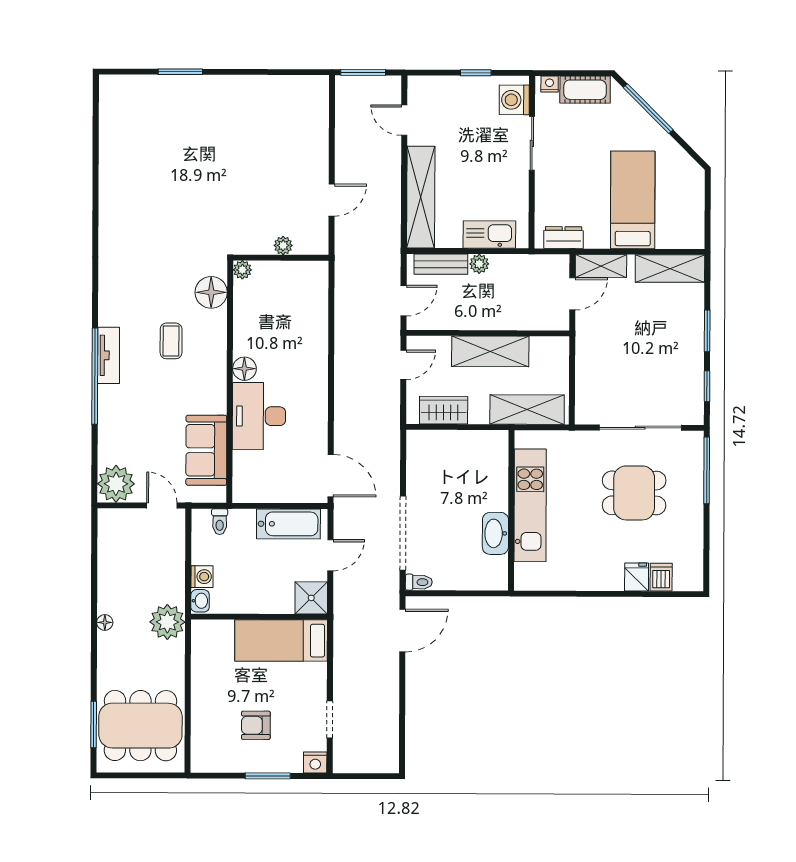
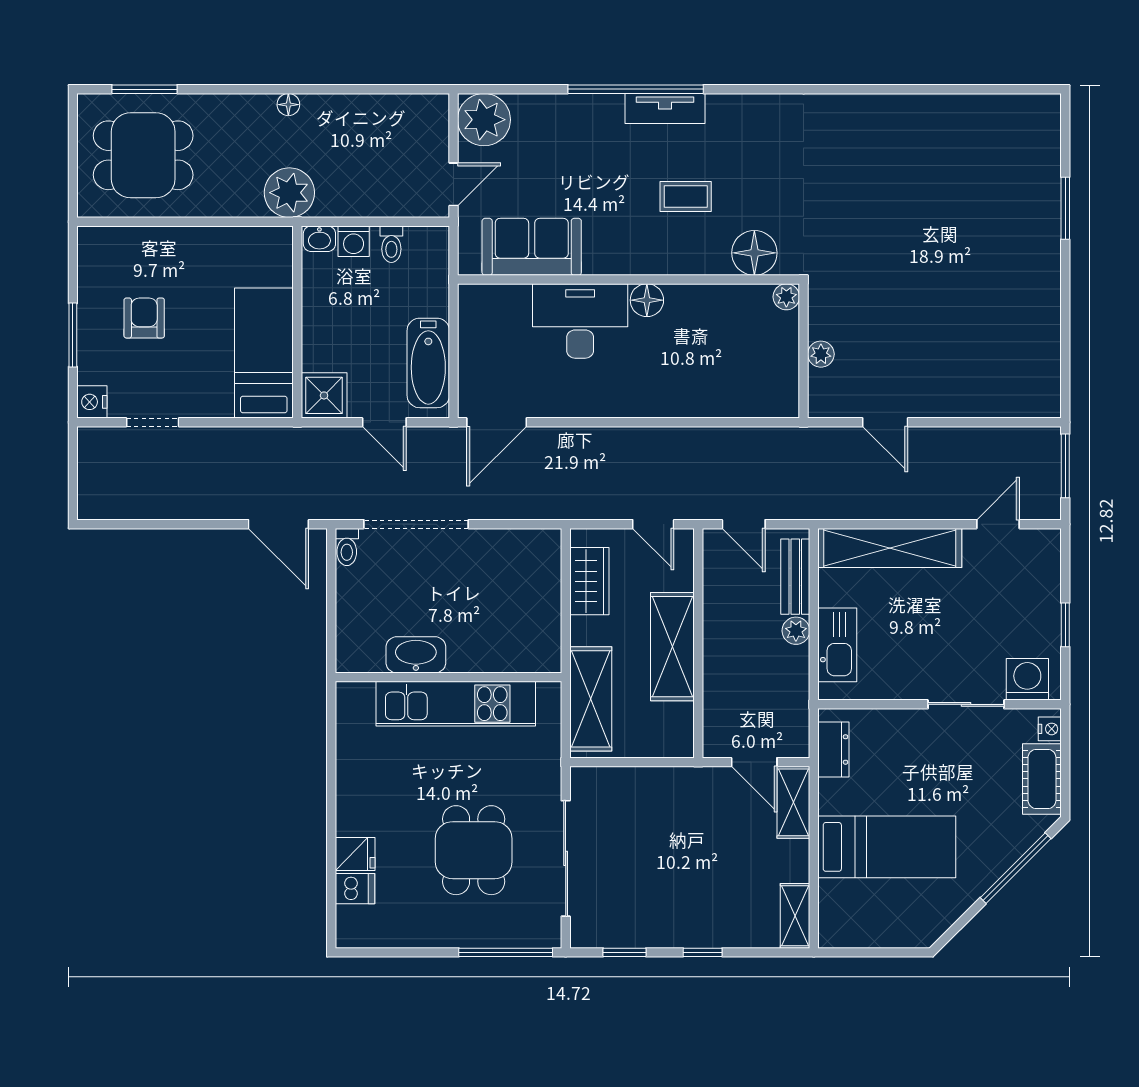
shelving: (670, 269) -> (795, 916), width x0.67, depth x0.75
window: (707, 331) -> (703, 952), width x0.67
toilet: (220, 522) -> (391, 244), moved, turned -90
dining table: (140, 726) -> (143, 155), width x0.73

